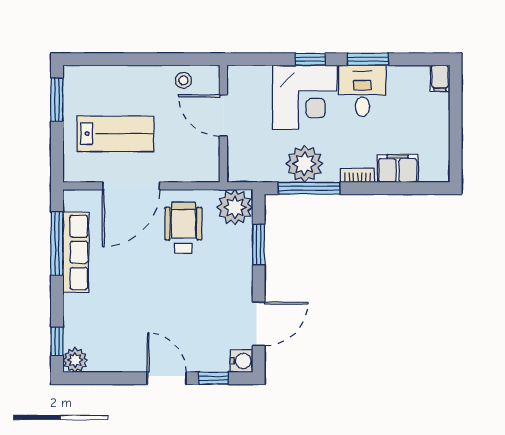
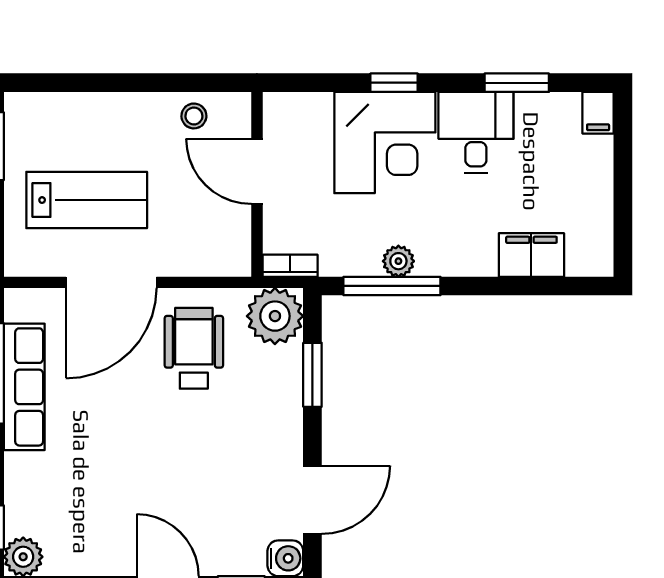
window: (368, 59) -> (517, 83), moved
plant: (305, 164) -> (398, 261), width x0.53, depth x0.53
bookcase: (358, 175) -> (290, 266), moved

